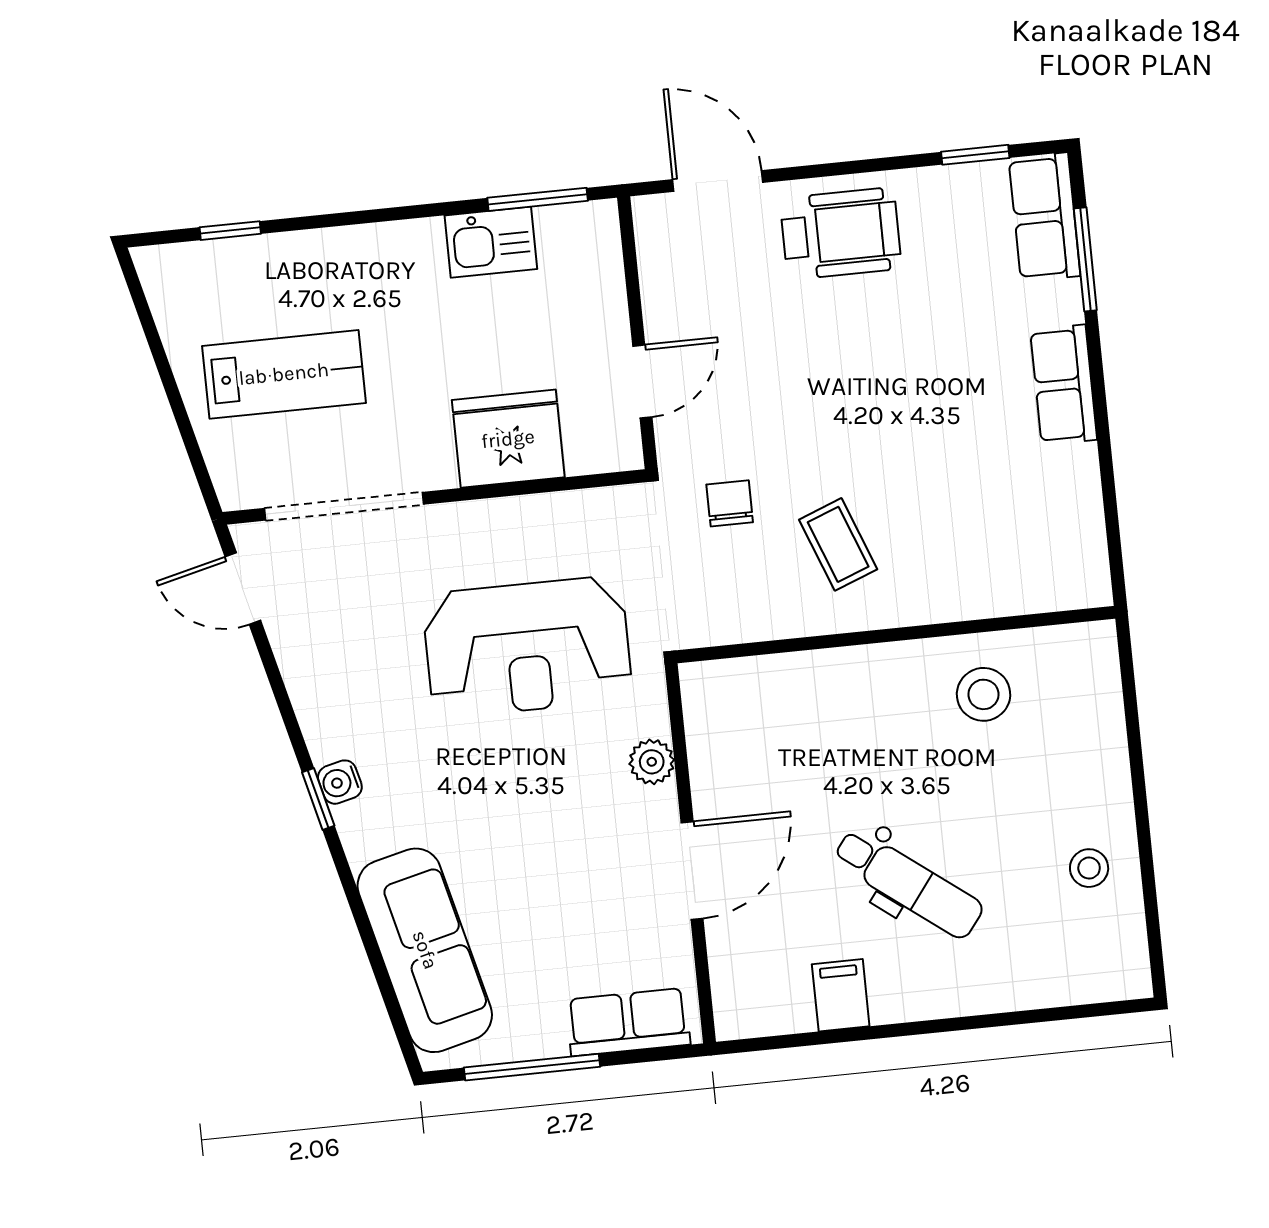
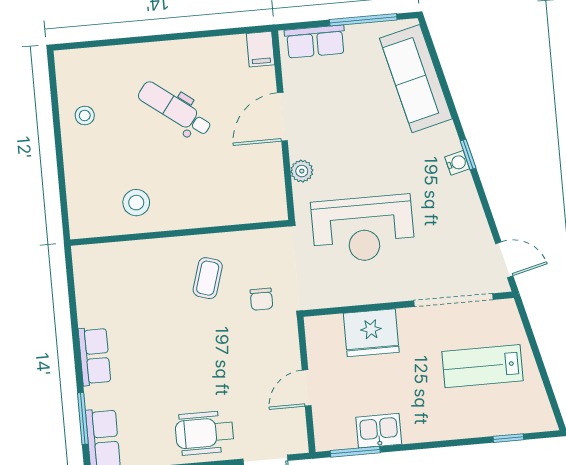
door: (642, 381) -> (307, 388), moved
coffee table: (838, 544) -> (208, 278), turned 38
reception desk: (527, 647) -> (363, 229), turned 180
filing cabinet: (841, 995) -> (260, 49), moved

